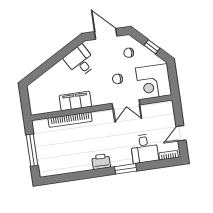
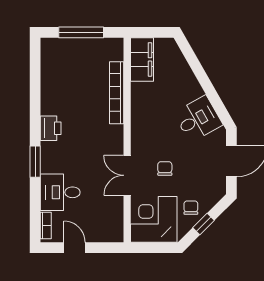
chair: (129, 53) -> (191, 208), moved
filing cabinet: (75, 101) -> (142, 59), moved

